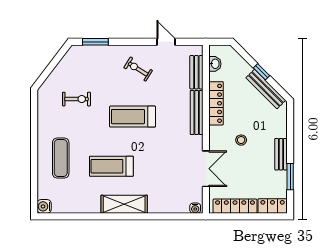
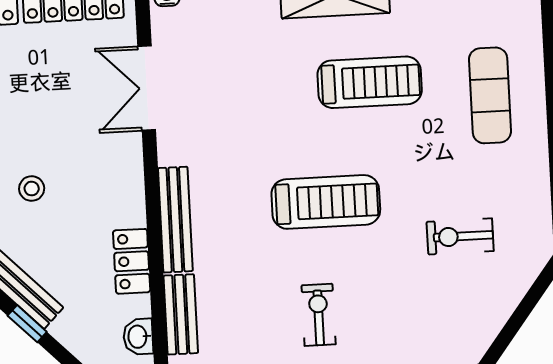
exercise bike: (138, 69) -> (319, 315), turned -122
locker: (216, 103) -> (132, 261), width x0.66
stool: (241, 140) -> (32, 189), moved

